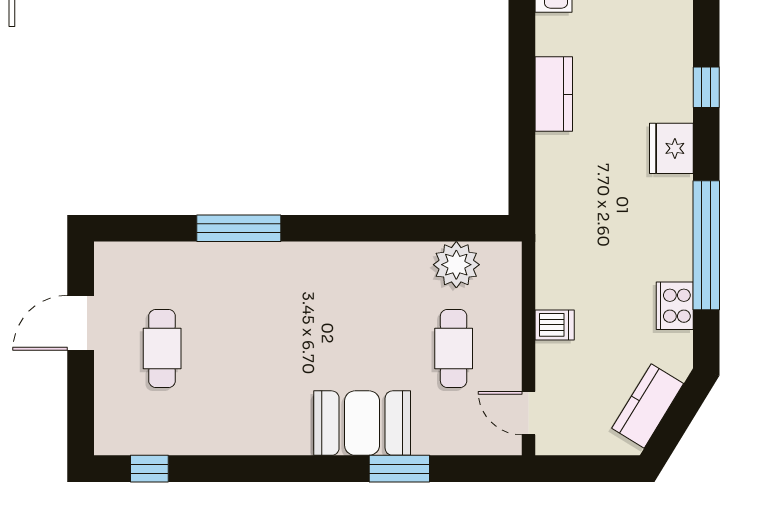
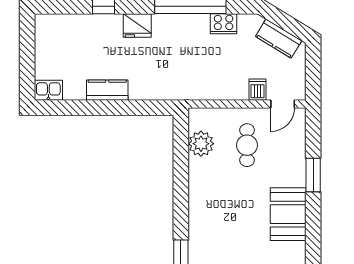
dishwasher: (555, 325) -> (258, 90), moved
cafe table: (454, 348) -> (247, 145), turned 90
booth: (362, 423) -> (288, 214), moved

